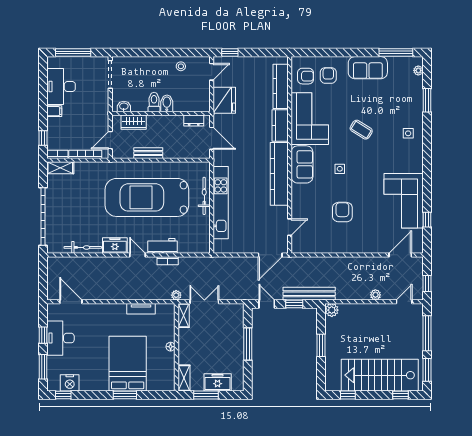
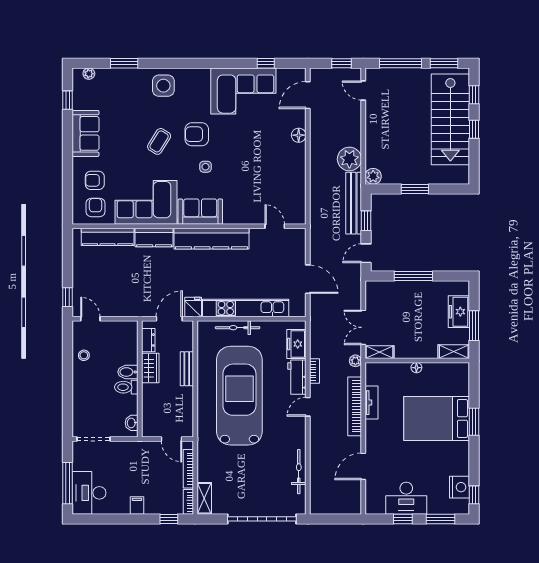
window: (396, 53) -> (68, 100), width x0.46
desk: (61, 87) -> (89, 493), moved, turned 90
fridge: (224, 100) -> (193, 307), moved, width x0.53, depth x0.75
wardrobe: (134, 122) -> (150, 368), moved
side table: (408, 133) -> (163, 86), width x1.87, depth x1.87
bench: (148, 153) -> (187, 369), moved
car: (147, 197) -> (239, 396), turned 180
armchair: (342, 212) -> (197, 134), moved
freezer: (115, 245) -> (296, 344), moved
floor lamp: (366, 247) -> (299, 135), added
door: (270, 255) -> (308, 279), moved
door: (400, 255) -> (308, 95), hinge flipped
bookcase: (138, 295) -> (355, 406), added
plant: (375, 295) -> (349, 159), moved, width x1.87, depth x1.87
door: (71, 302) -> (363, 466), moved
window: (348, 395) -> (474, 129), moved

